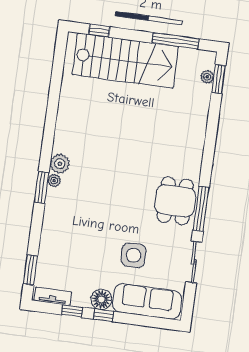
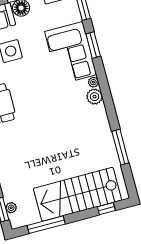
window: (54, 94) -> (120, 147), added
window: (42, 187) -> (93, 45), moved
corner sofa: (66, 224) -> (71, 53), added

